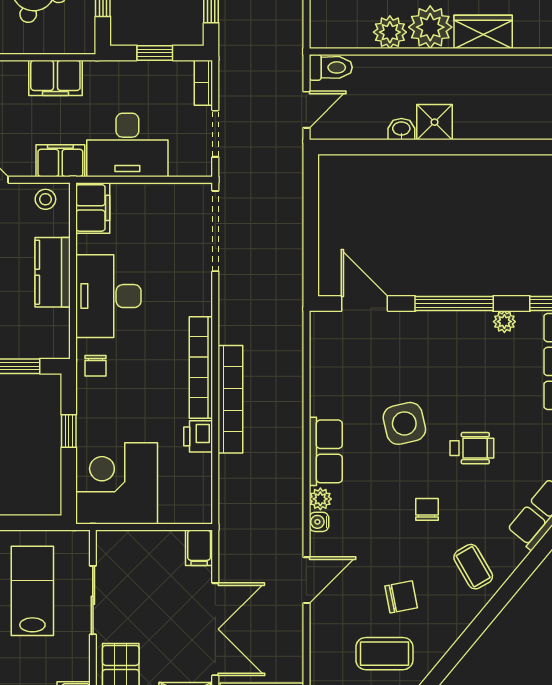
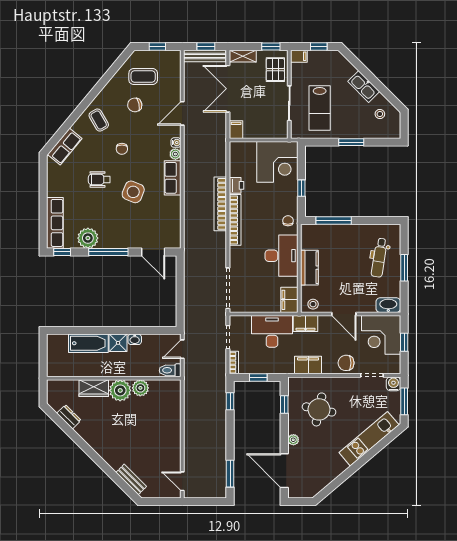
bathtub: (494, 121) -> (88, 343), added
plant: (504, 322) -> (88, 238), width x1.87, depth x1.87
side table: (404, 423) -> (133, 192), turned 35

